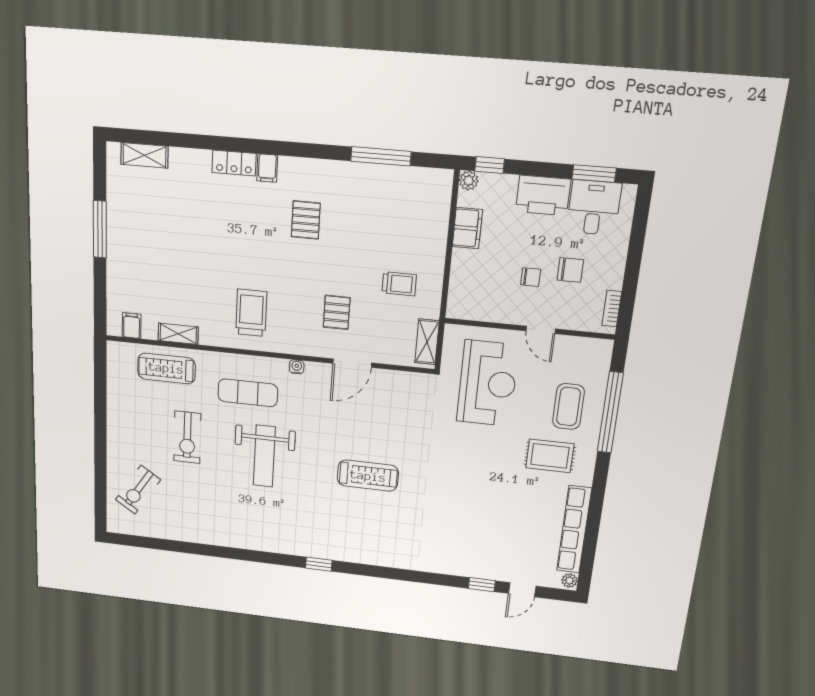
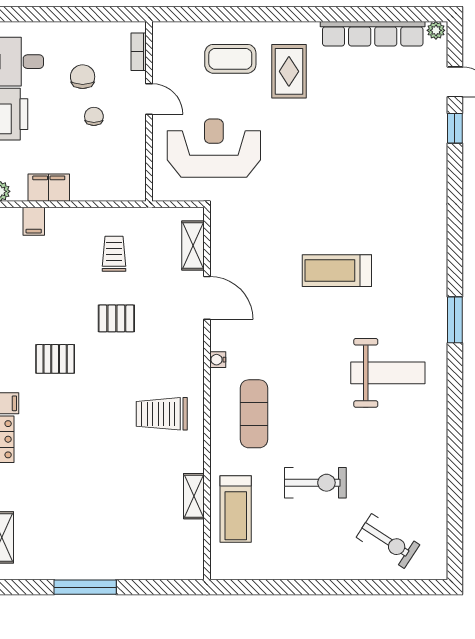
bookcase: (612, 309) -> (139, 52), moved, turned 90
pallet: (337, 312) -> (116, 318), moved
filing cabinet: (132, 326) -> (34, 221), moved, turned -90
door: (541, 330) -> (149, 99), hinge flipped
shelving: (427, 342) -> (193, 246), moved, turned 90
window: (610, 412) -> (232, 14), removed
weight bench: (264, 456) -> (388, 373), moved
treadmill: (368, 476) -> (337, 271), turned -90
window: (319, 564) -> (455, 320), width x1.50

